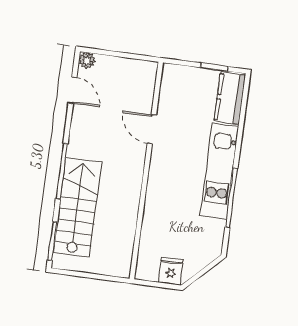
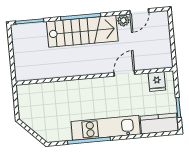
plant: (87, 61) -> (123, 20), moved
stairs: (77, 207) -> (82, 31), moved
fridge: (171, 271) -> (157, 81), moved, turned 90

